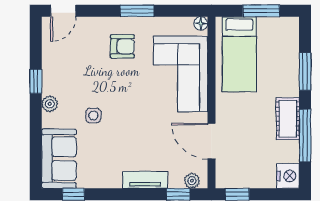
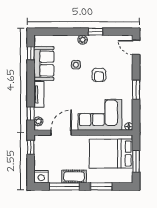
armchair: (122, 46) -> (99, 75), moved
bed: (239, 54) -> (111, 153), width x1.50
sofa: (59, 159) -> (44, 63), moved, turned -90

